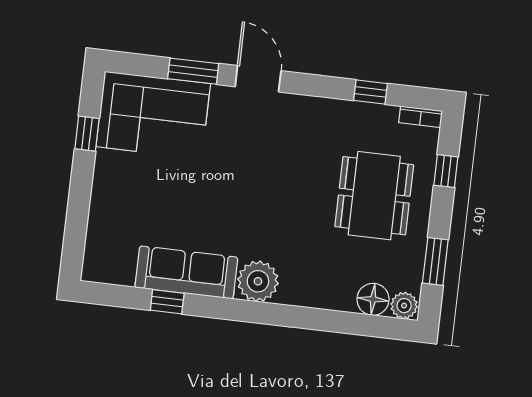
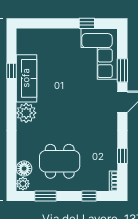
dining table: (374, 196) -> (60, 161), moved

